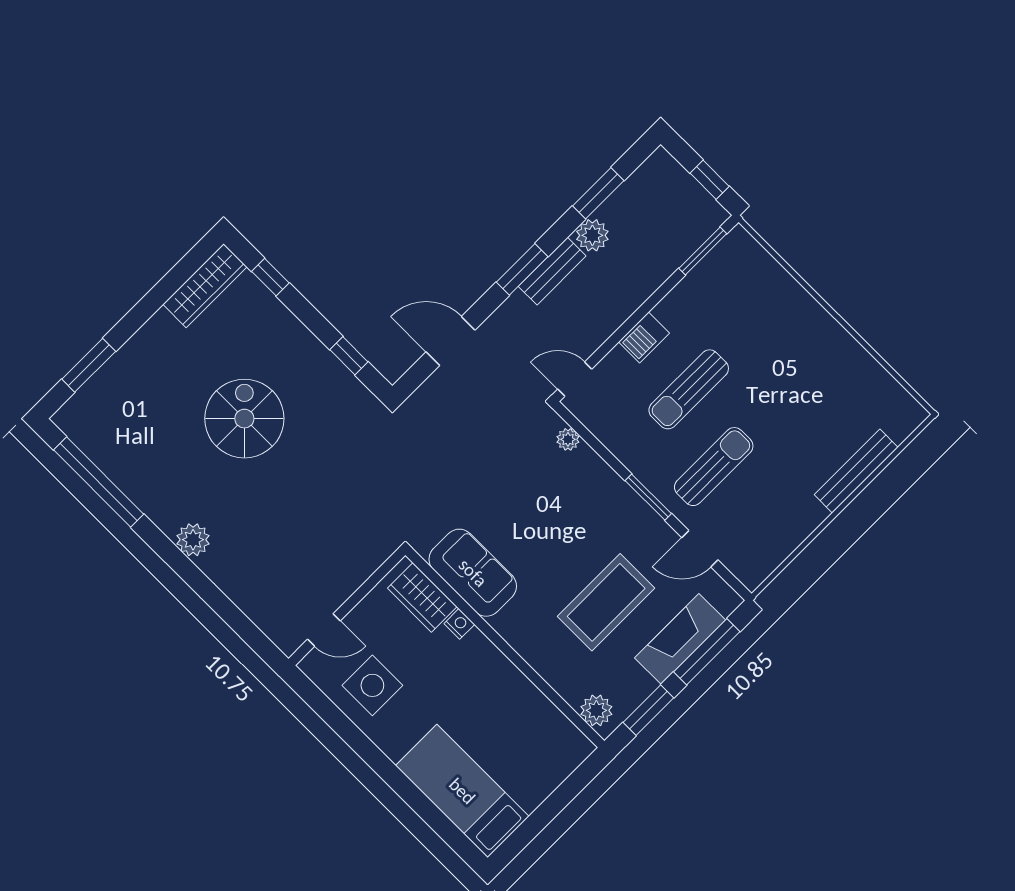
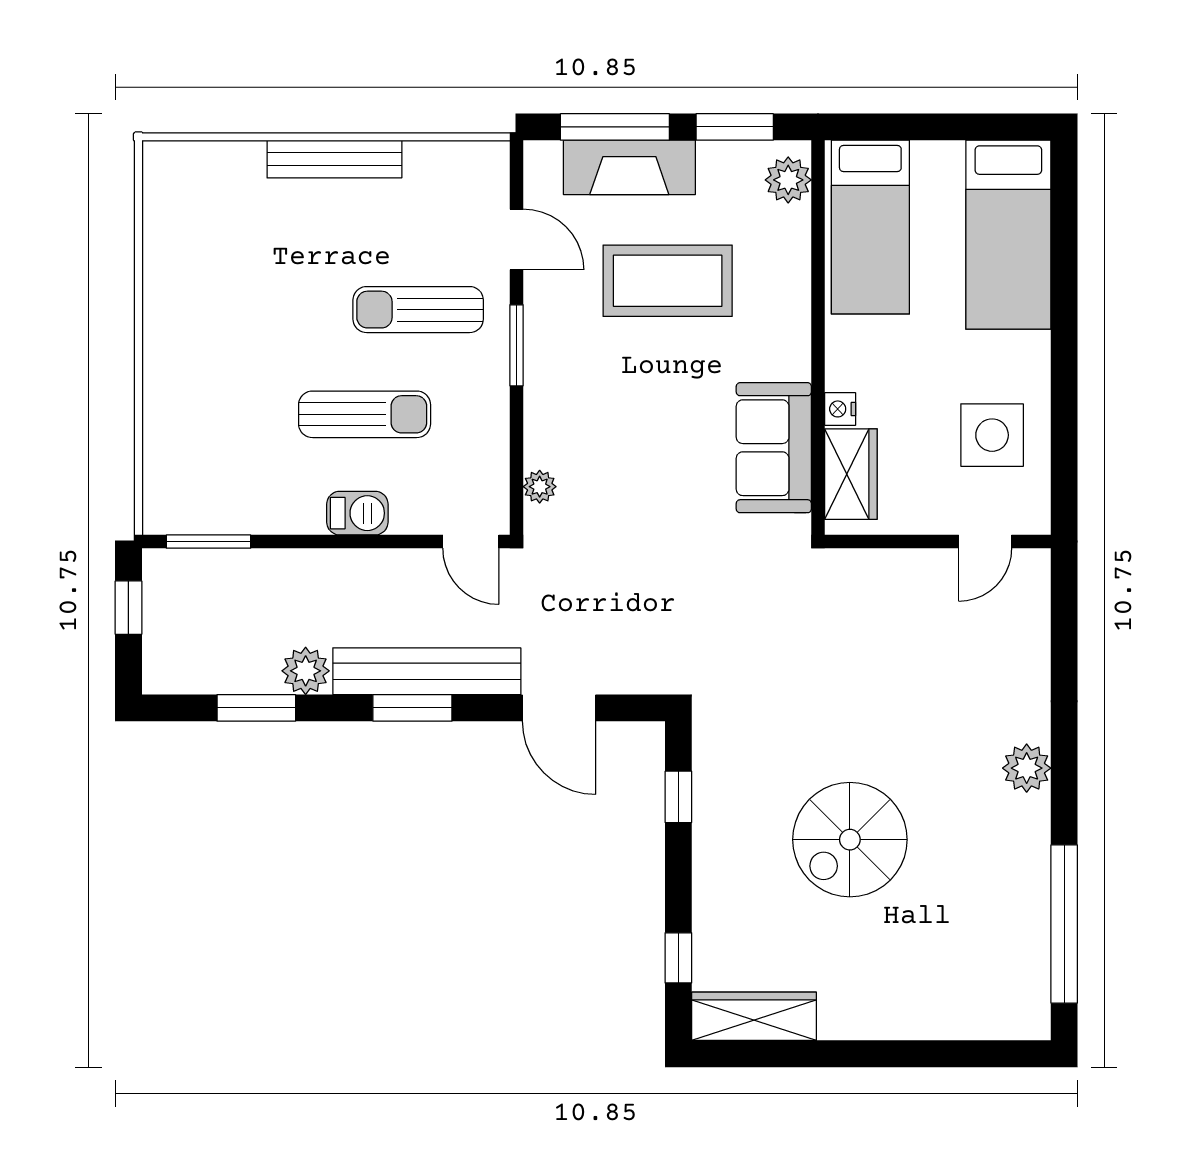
bench: (552, 271) -> (427, 671), width x1.86, depth x1.21
window: (89, 365) -> (955, 1054), removed
bench: (856, 471) -> (334, 159), moved
door: (324, 630) -> (985, 542), swing flipped
bed: (533, 727) -> (870, 227), added

